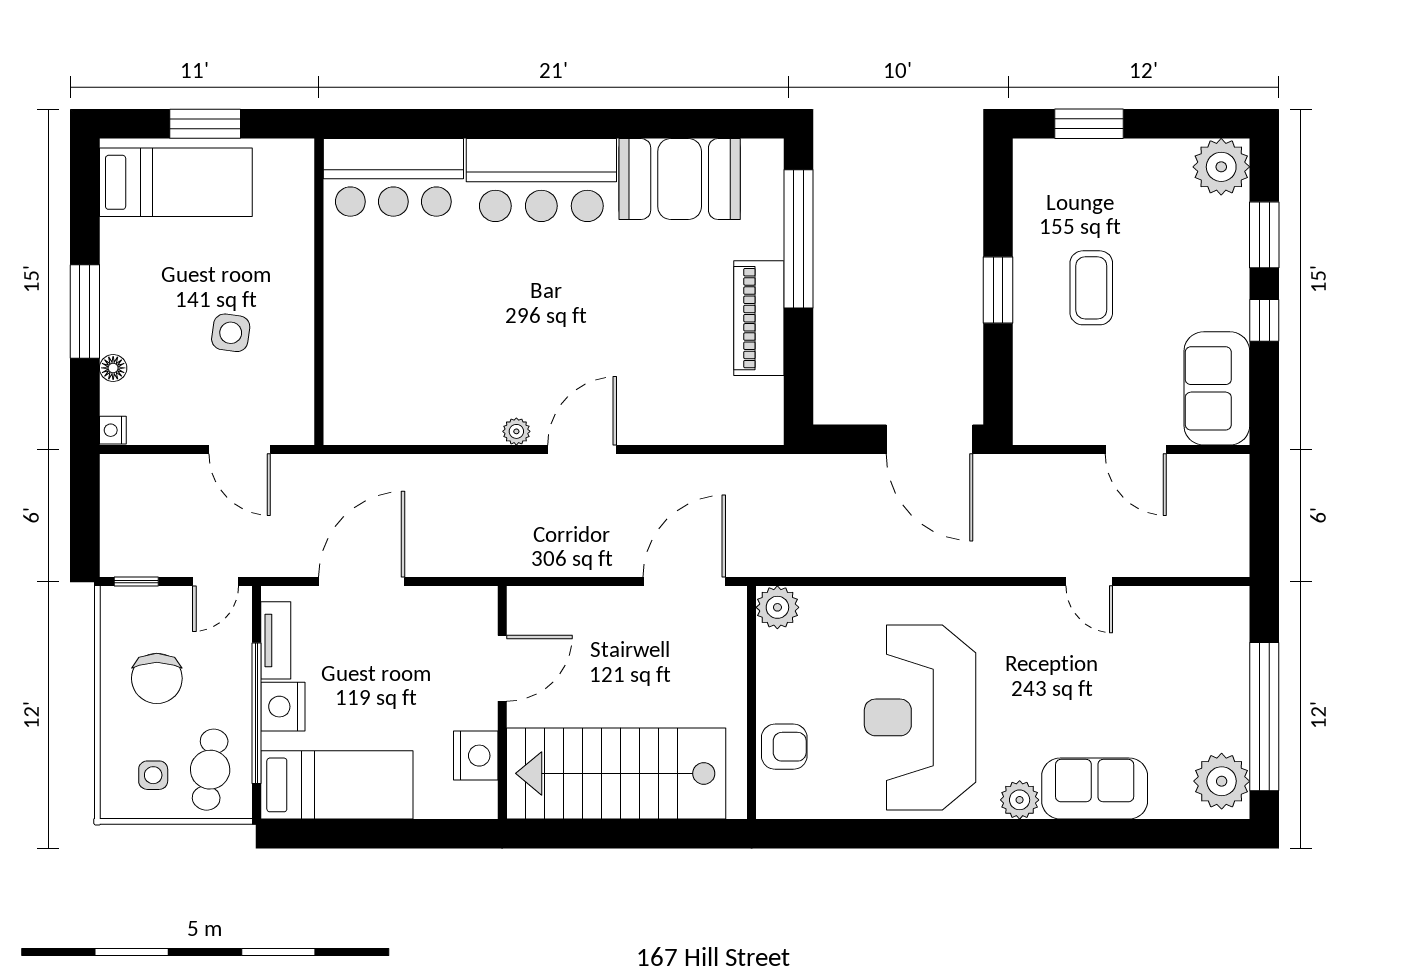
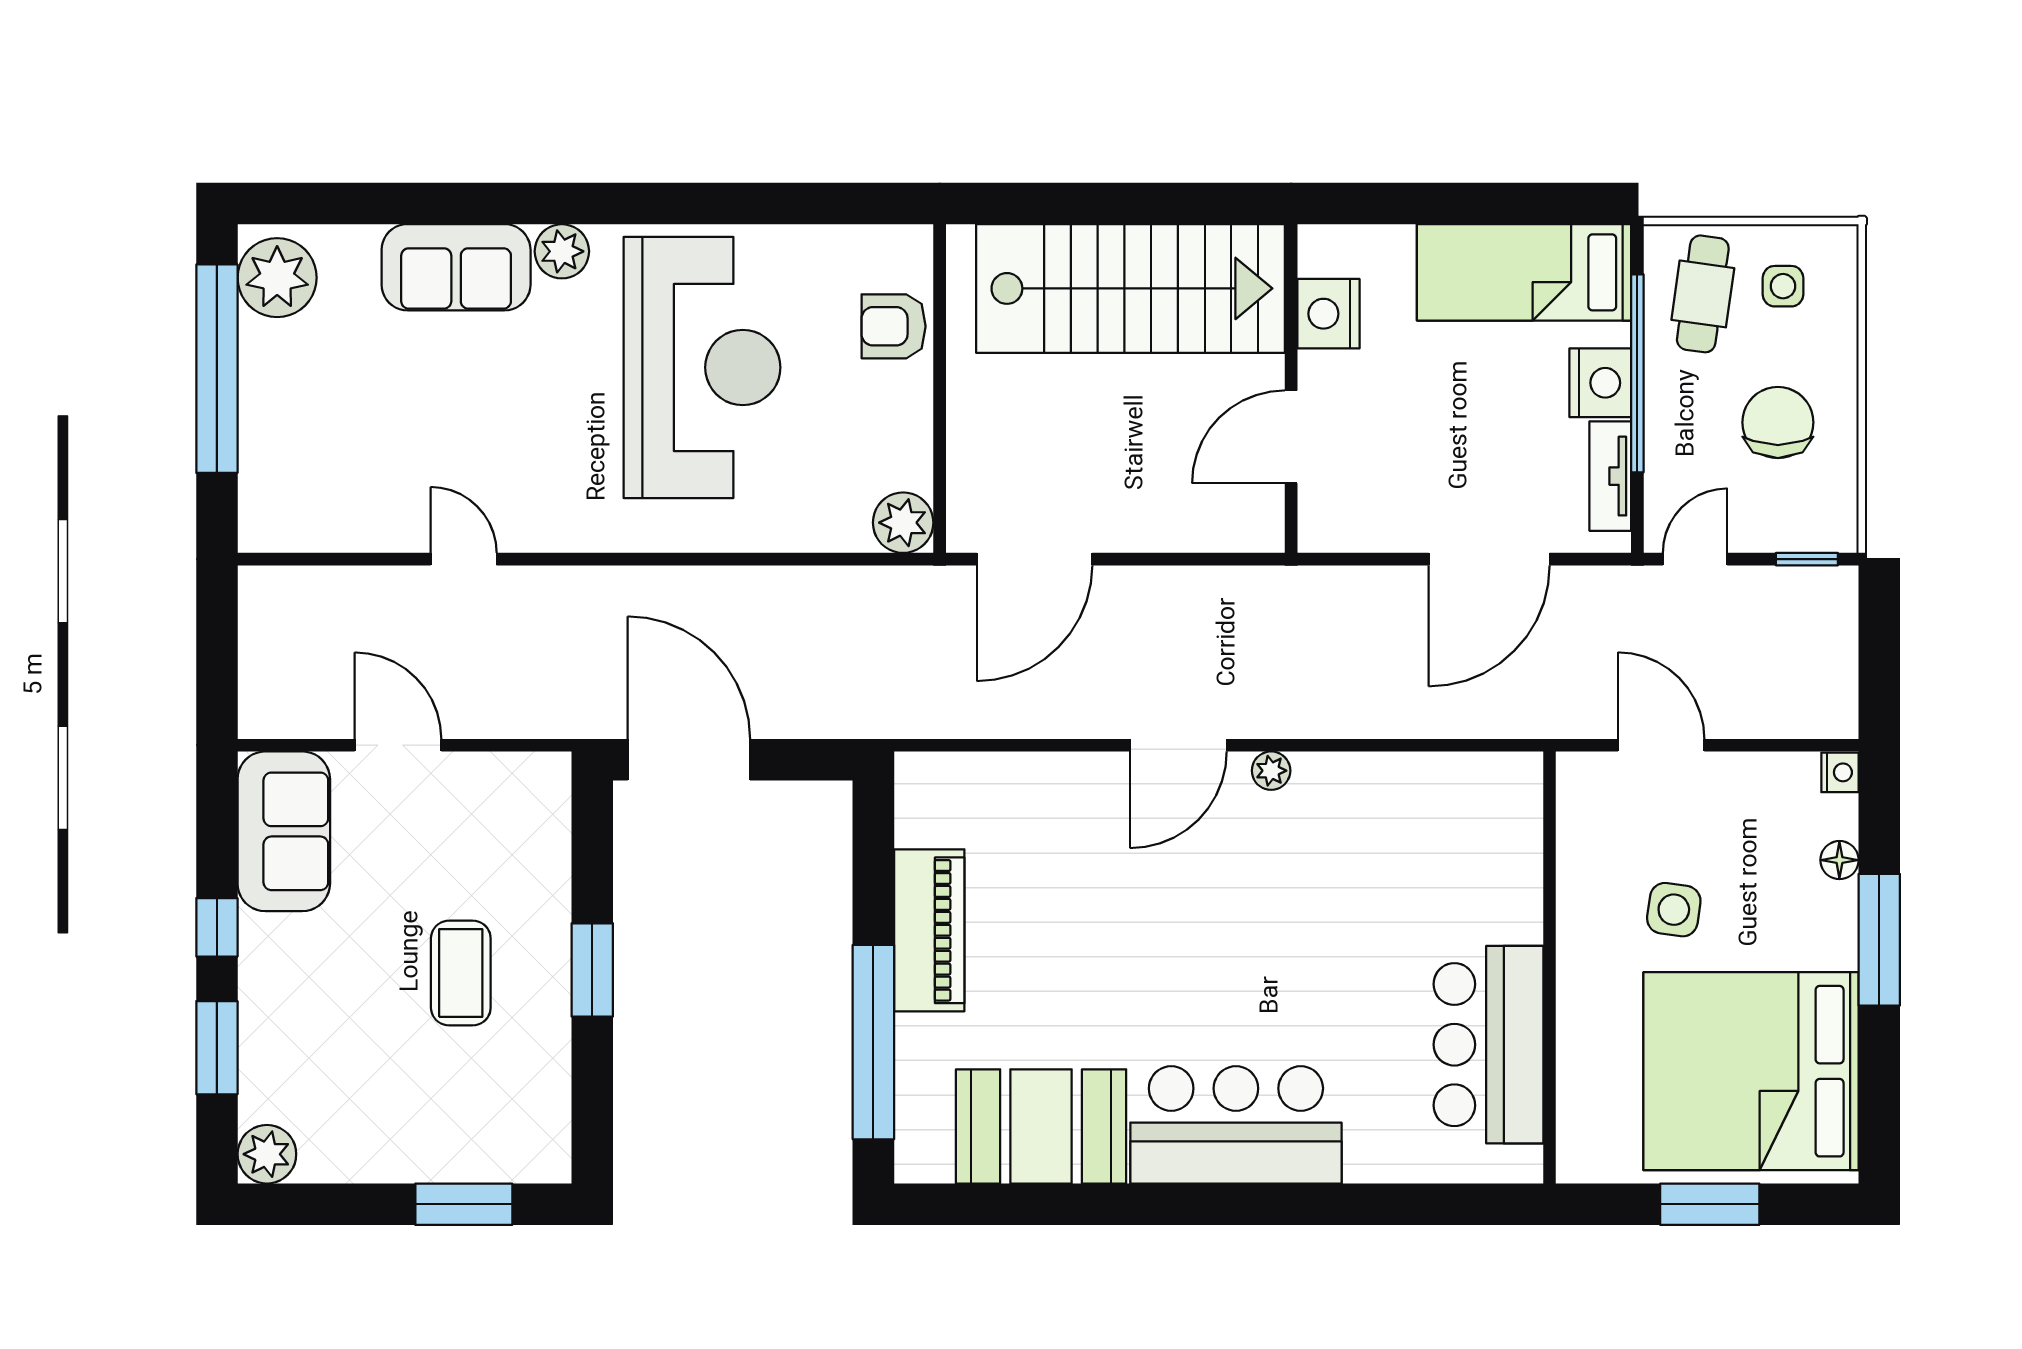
plant: (1221, 167) -> (267, 1154), width x0.73, depth x0.73
bar counter: (393, 177) -> (1488, 1045), moved, turned -90
bed: (176, 182) -> (1751, 1071), width x2.04

